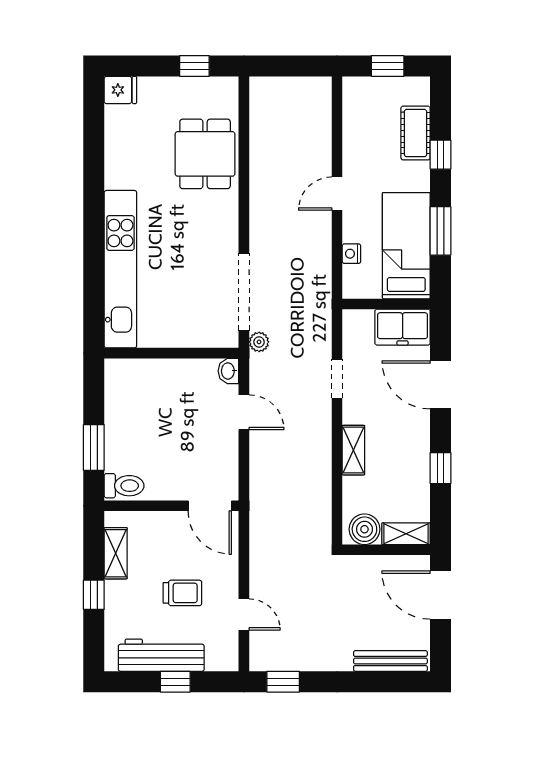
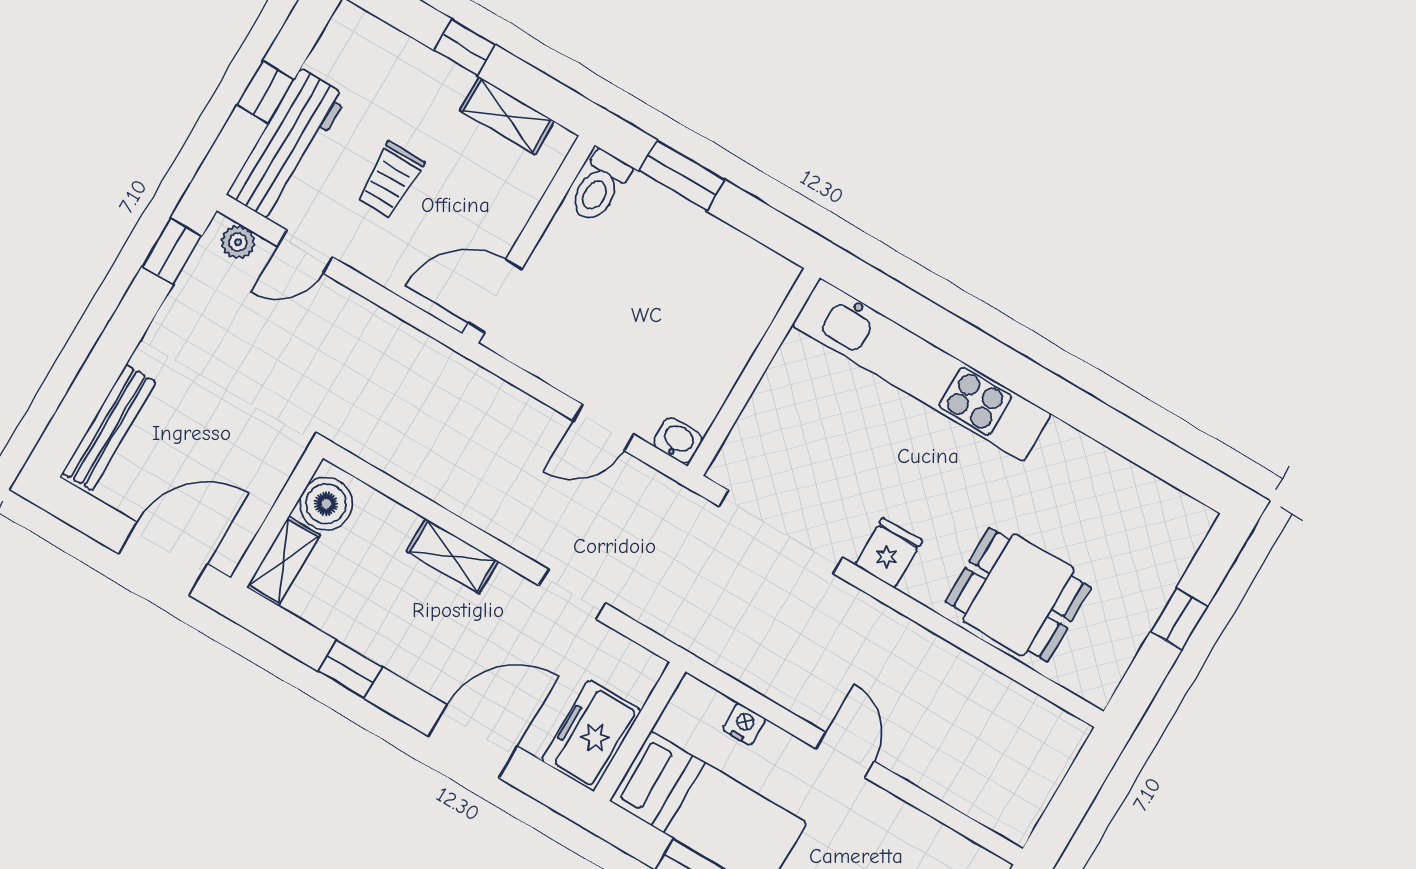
window: (194, 66) -> (1179, 619), moved
fridge: (120, 90) -> (889, 553), moved, turned 180
plant: (259, 342) -> (238, 242), moved
workbench: (161, 655) -> (287, 145), moved

